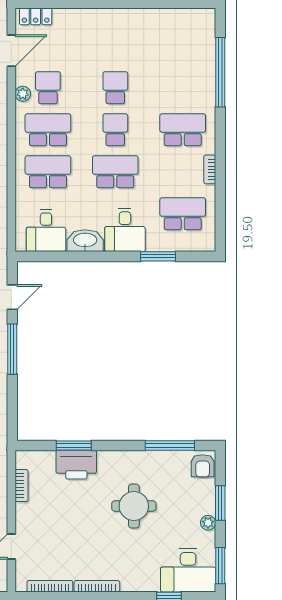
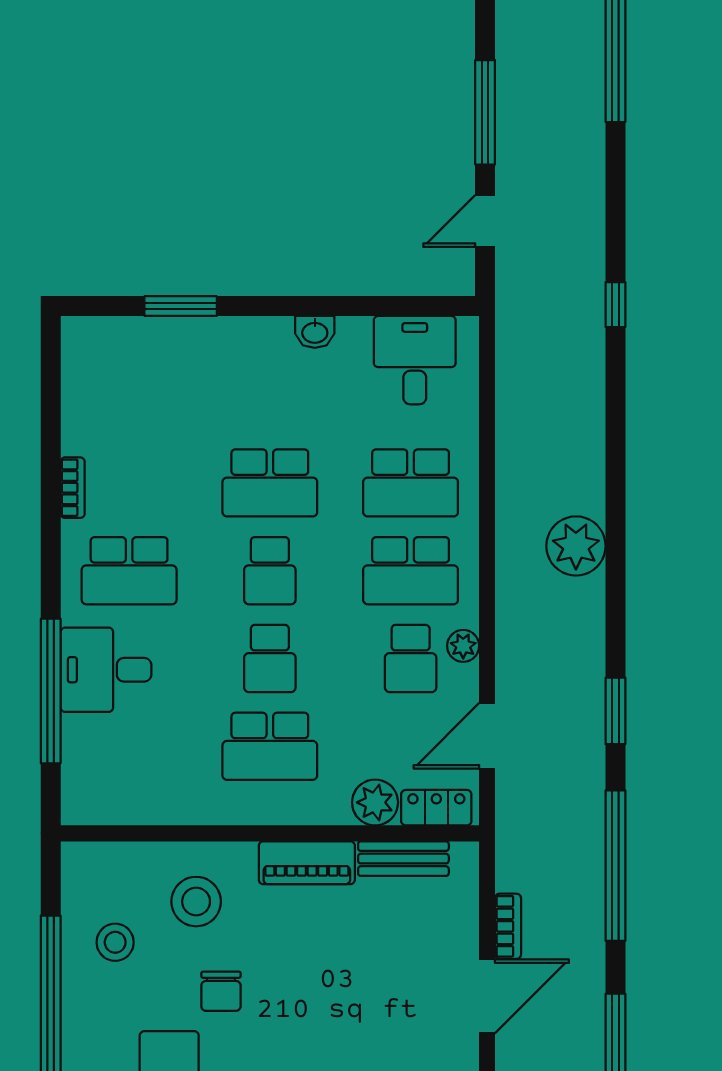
plant: (65, 19) -> (375, 802), added
school desk: (183, 214) -> (270, 746), moved
desk: (125, 230) -> (106, 670), moved, turned -90
washbasin: (85, 241) -> (315, 332), width x0.52, depth x0.69

